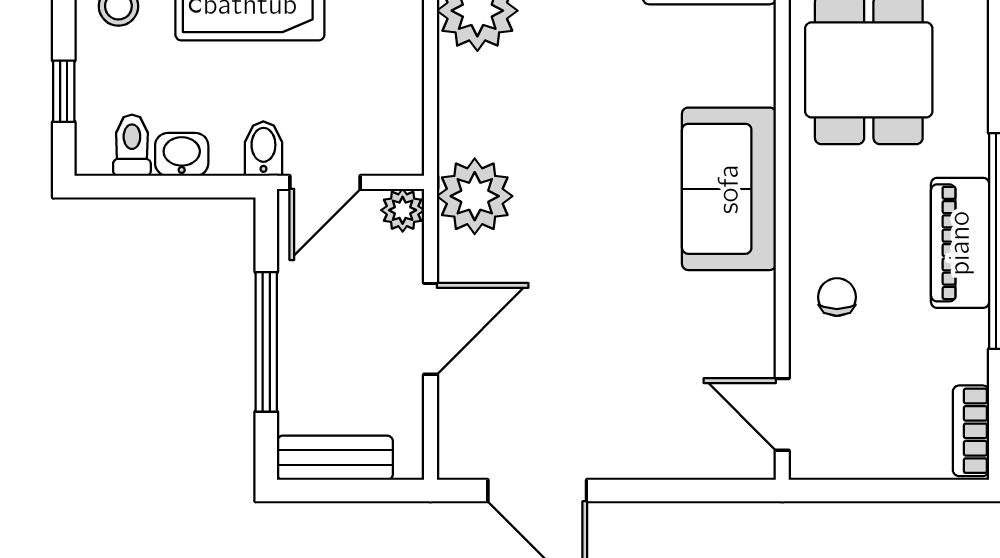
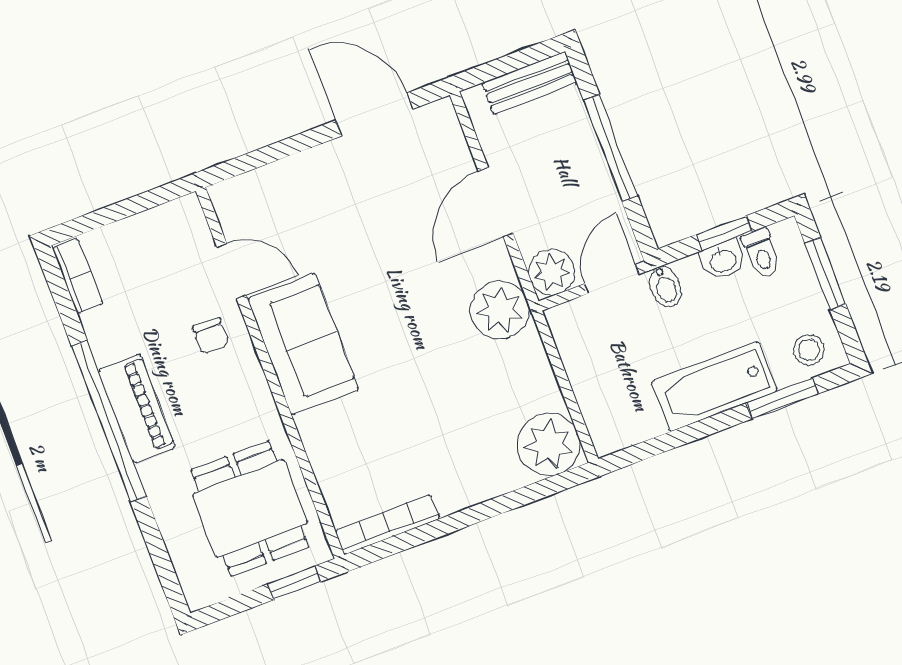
window: (64, 91) -> (825, 274), width x1.50
window: (168, 187) -> (724, 233), added
sofa: (729, 189) -> (303, 344), moved
plant: (403, 210) -> (552, 272), width x1.38, depth x1.38
door: (782, 414) -> (232, 271), moved

